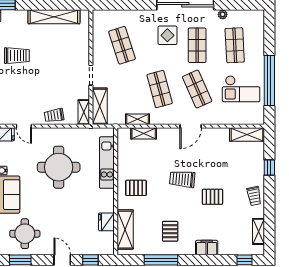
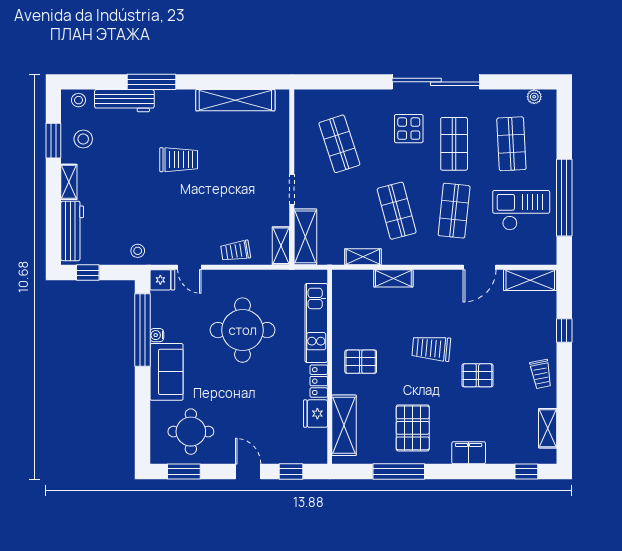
plant: (223, 14) -> (534, 97), moved
shop shelf: (197, 89) -> (454, 211), turned 30
checkout: (241, 89) -> (521, 210), turned 180
door: (191, 126) -> (480, 267), moved
shelving: (144, 133) -> (393, 278), moved
locker: (109, 201) -> (319, 381), added
pallet: (170, 231) -> (413, 428), width x1.50, depth x1.42

